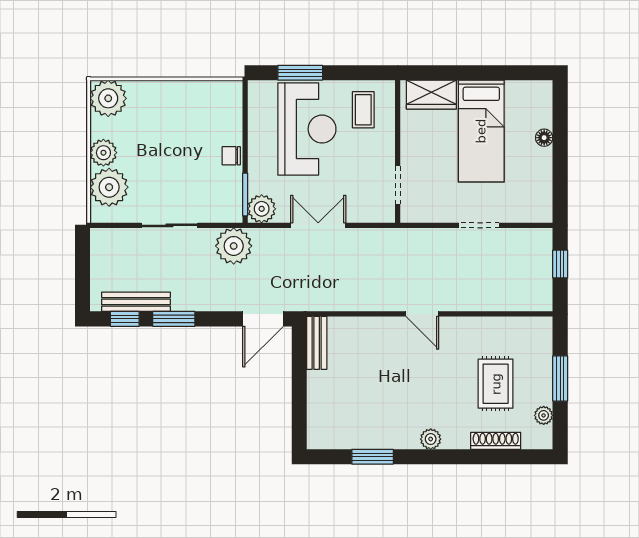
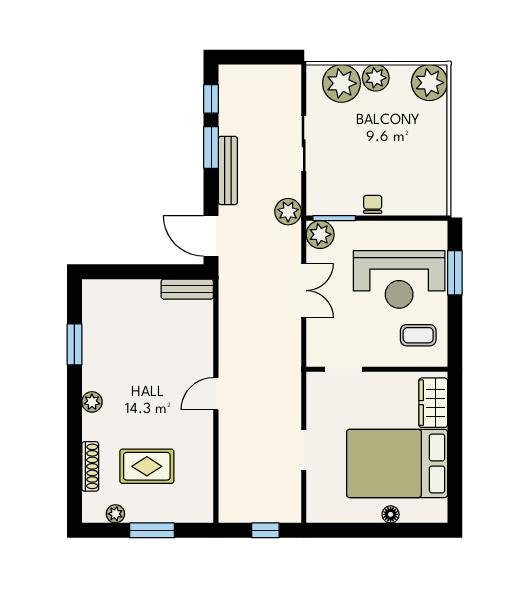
bed: (481, 131) -> (397, 463), width x1.50
plant: (234, 246) -> (288, 212), width x0.73, depth x0.73
bench: (136, 302) -> (228, 170), moved

